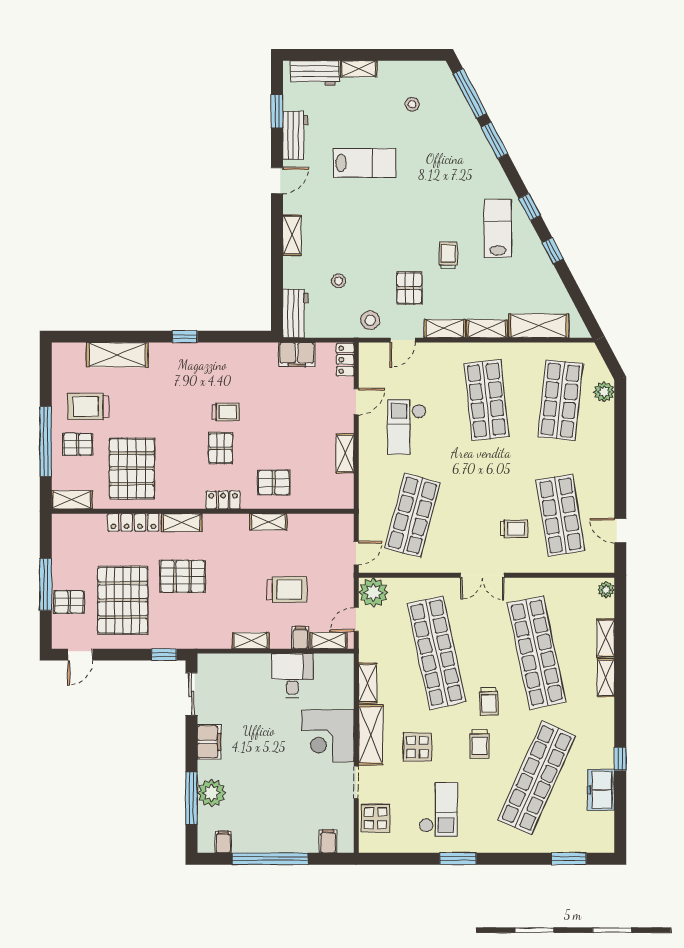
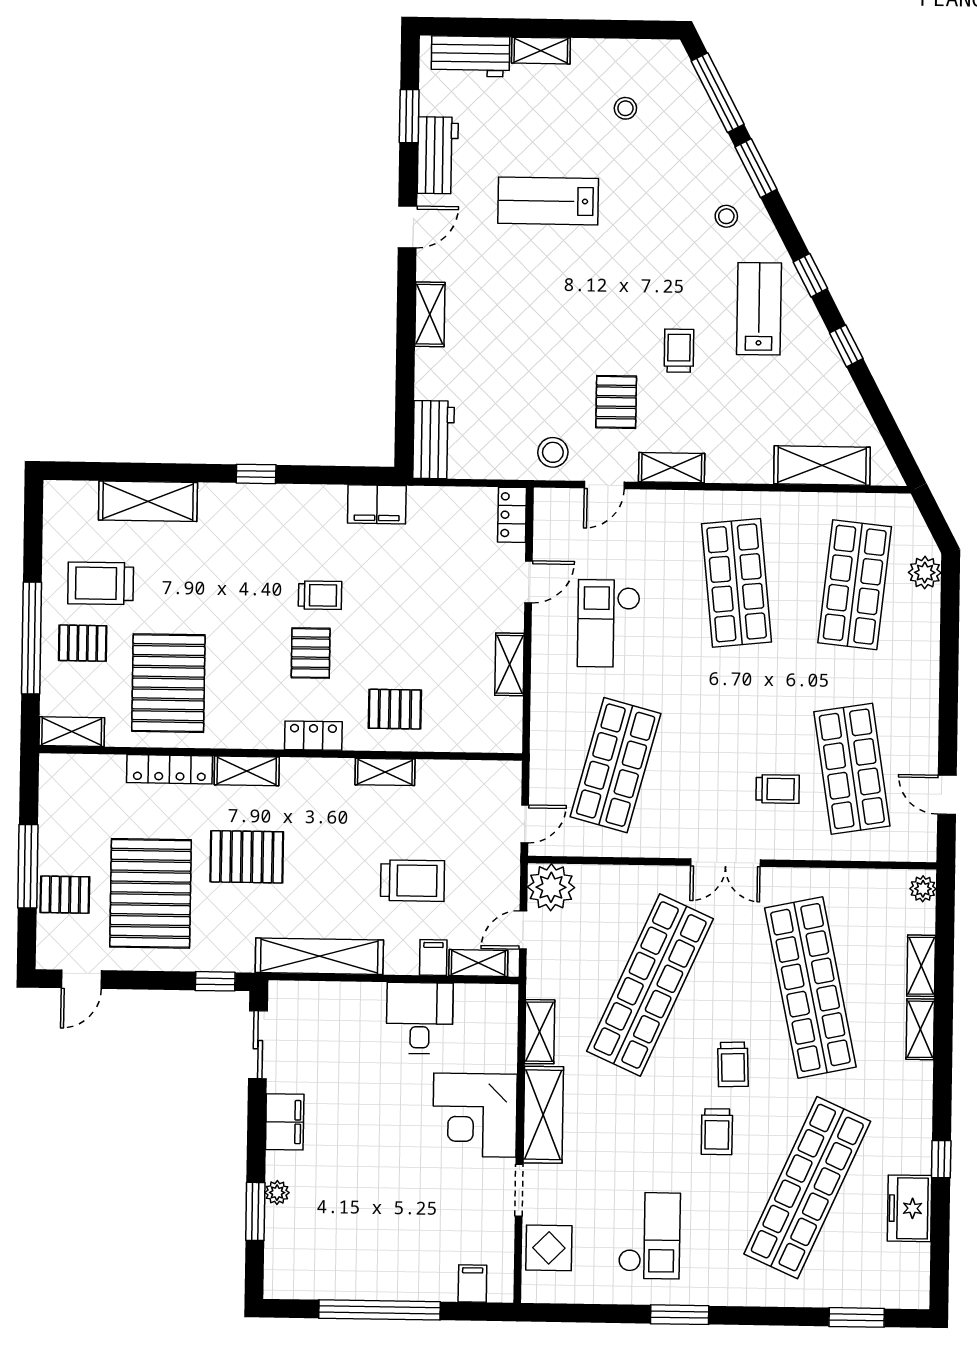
lab bench: (365, 163) -> (548, 201), turned 180
stool: (339, 281) -> (726, 216), moved
shelving: (487, 329) -> (739, 469), removed
filing cabinet: (297, 355) -> (377, 504), moved
shelving: (251, 641) -> (319, 956), width x2.20, depth x1.33
shop shelf: (436, 653) -> (650, 985), turned 36
display table: (418, 747) -> (618, 1135), removed
plant: (211, 793) -> (277, 1193), width x0.53, depth x0.53
window: (191, 798) -> (255, 1211), width x0.69
filing cabinet: (223, 842) -> (305, 1282), removed

